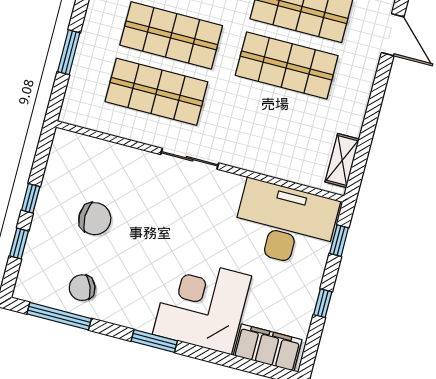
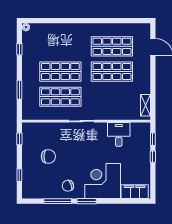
window: (31, 198) -> (19, 139), moved
desk: (285, 224) -> (119, 134), width x0.53, depth x0.77
chair: (82, 288) -> (68, 186), moved
window: (323, 303) -> (153, 157), moved
window: (59, 316) -> (58, 201), moved

